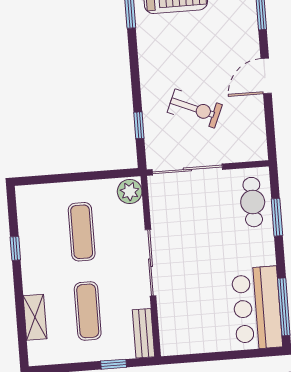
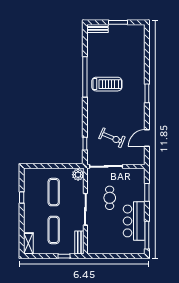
door: (266, 76) -> (147, 138), moved
cafe table: (253, 202) -> (110, 198), moved
bar counter: (257, 308) -> (134, 221), moved
shelving: (35, 317) -> (28, 243), moved

